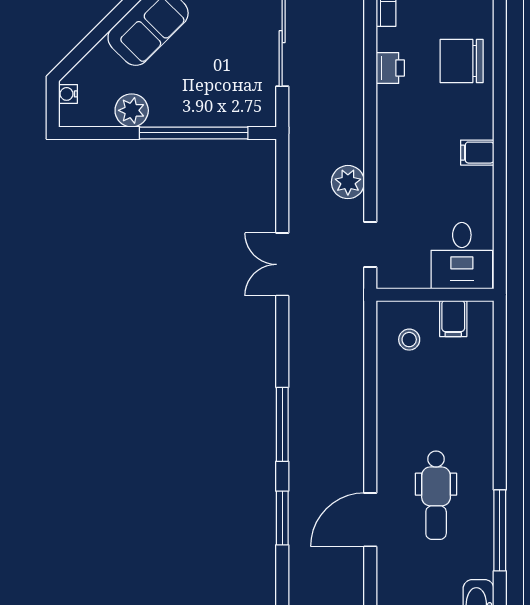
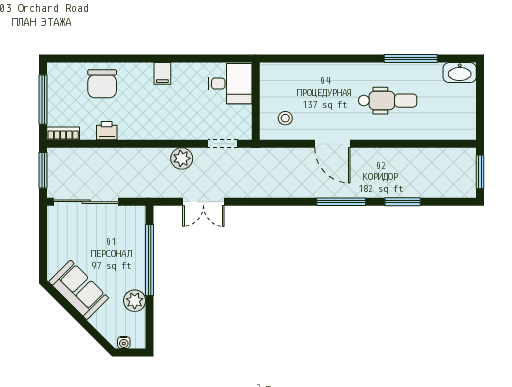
double door: (282, 264) -> (203, 202), moved
filing cabinet: (453, 319) -> (271, 89), removed
door: (370, 520) -> (332, 144), moved

